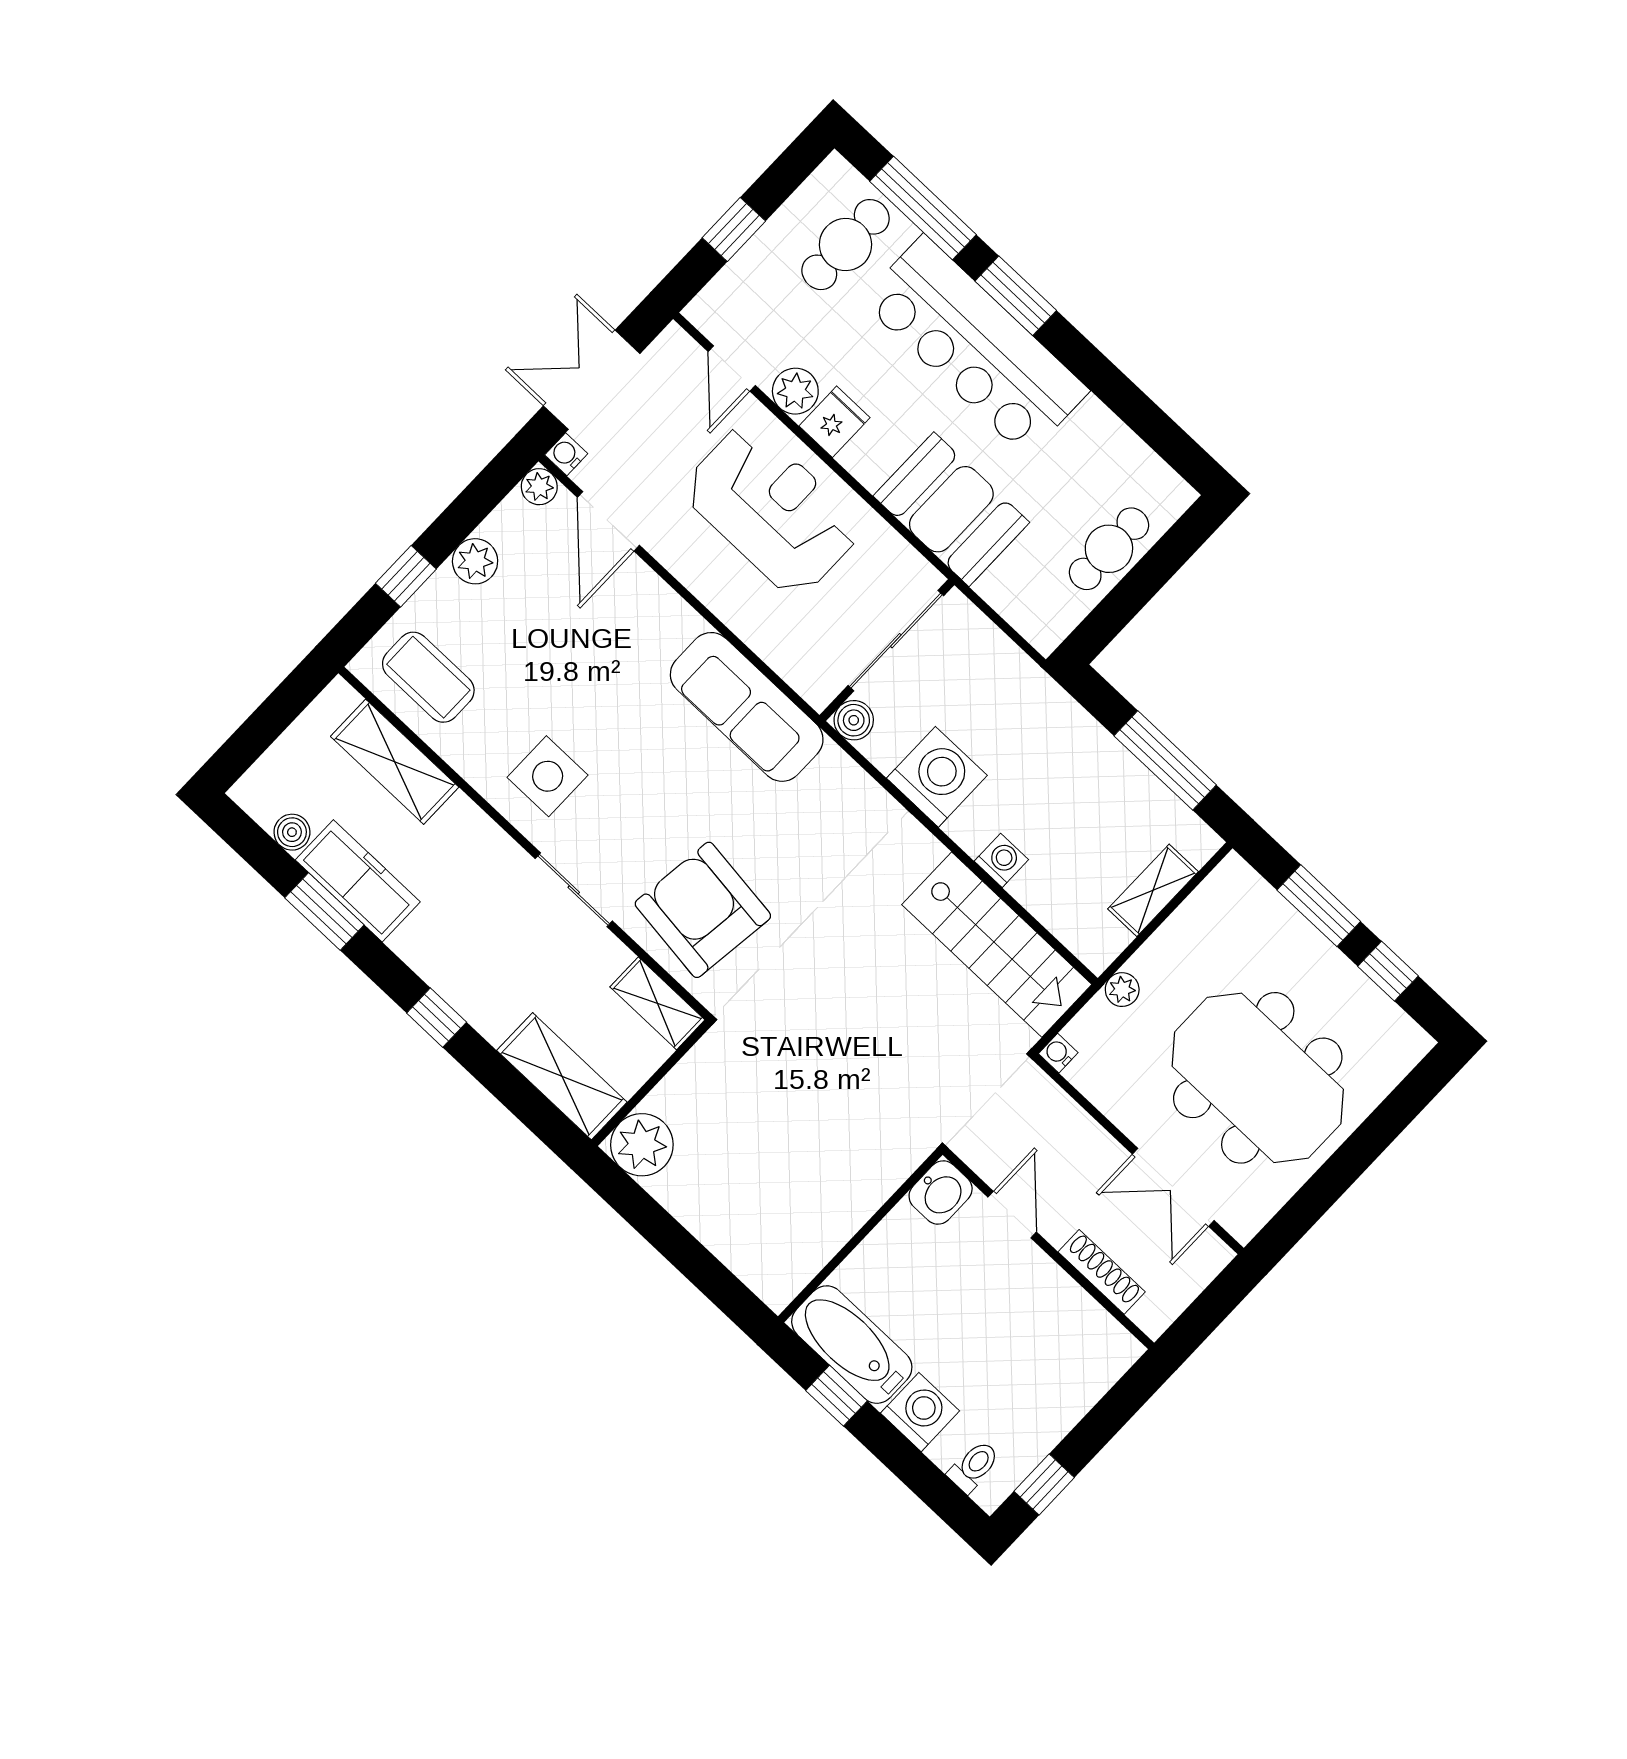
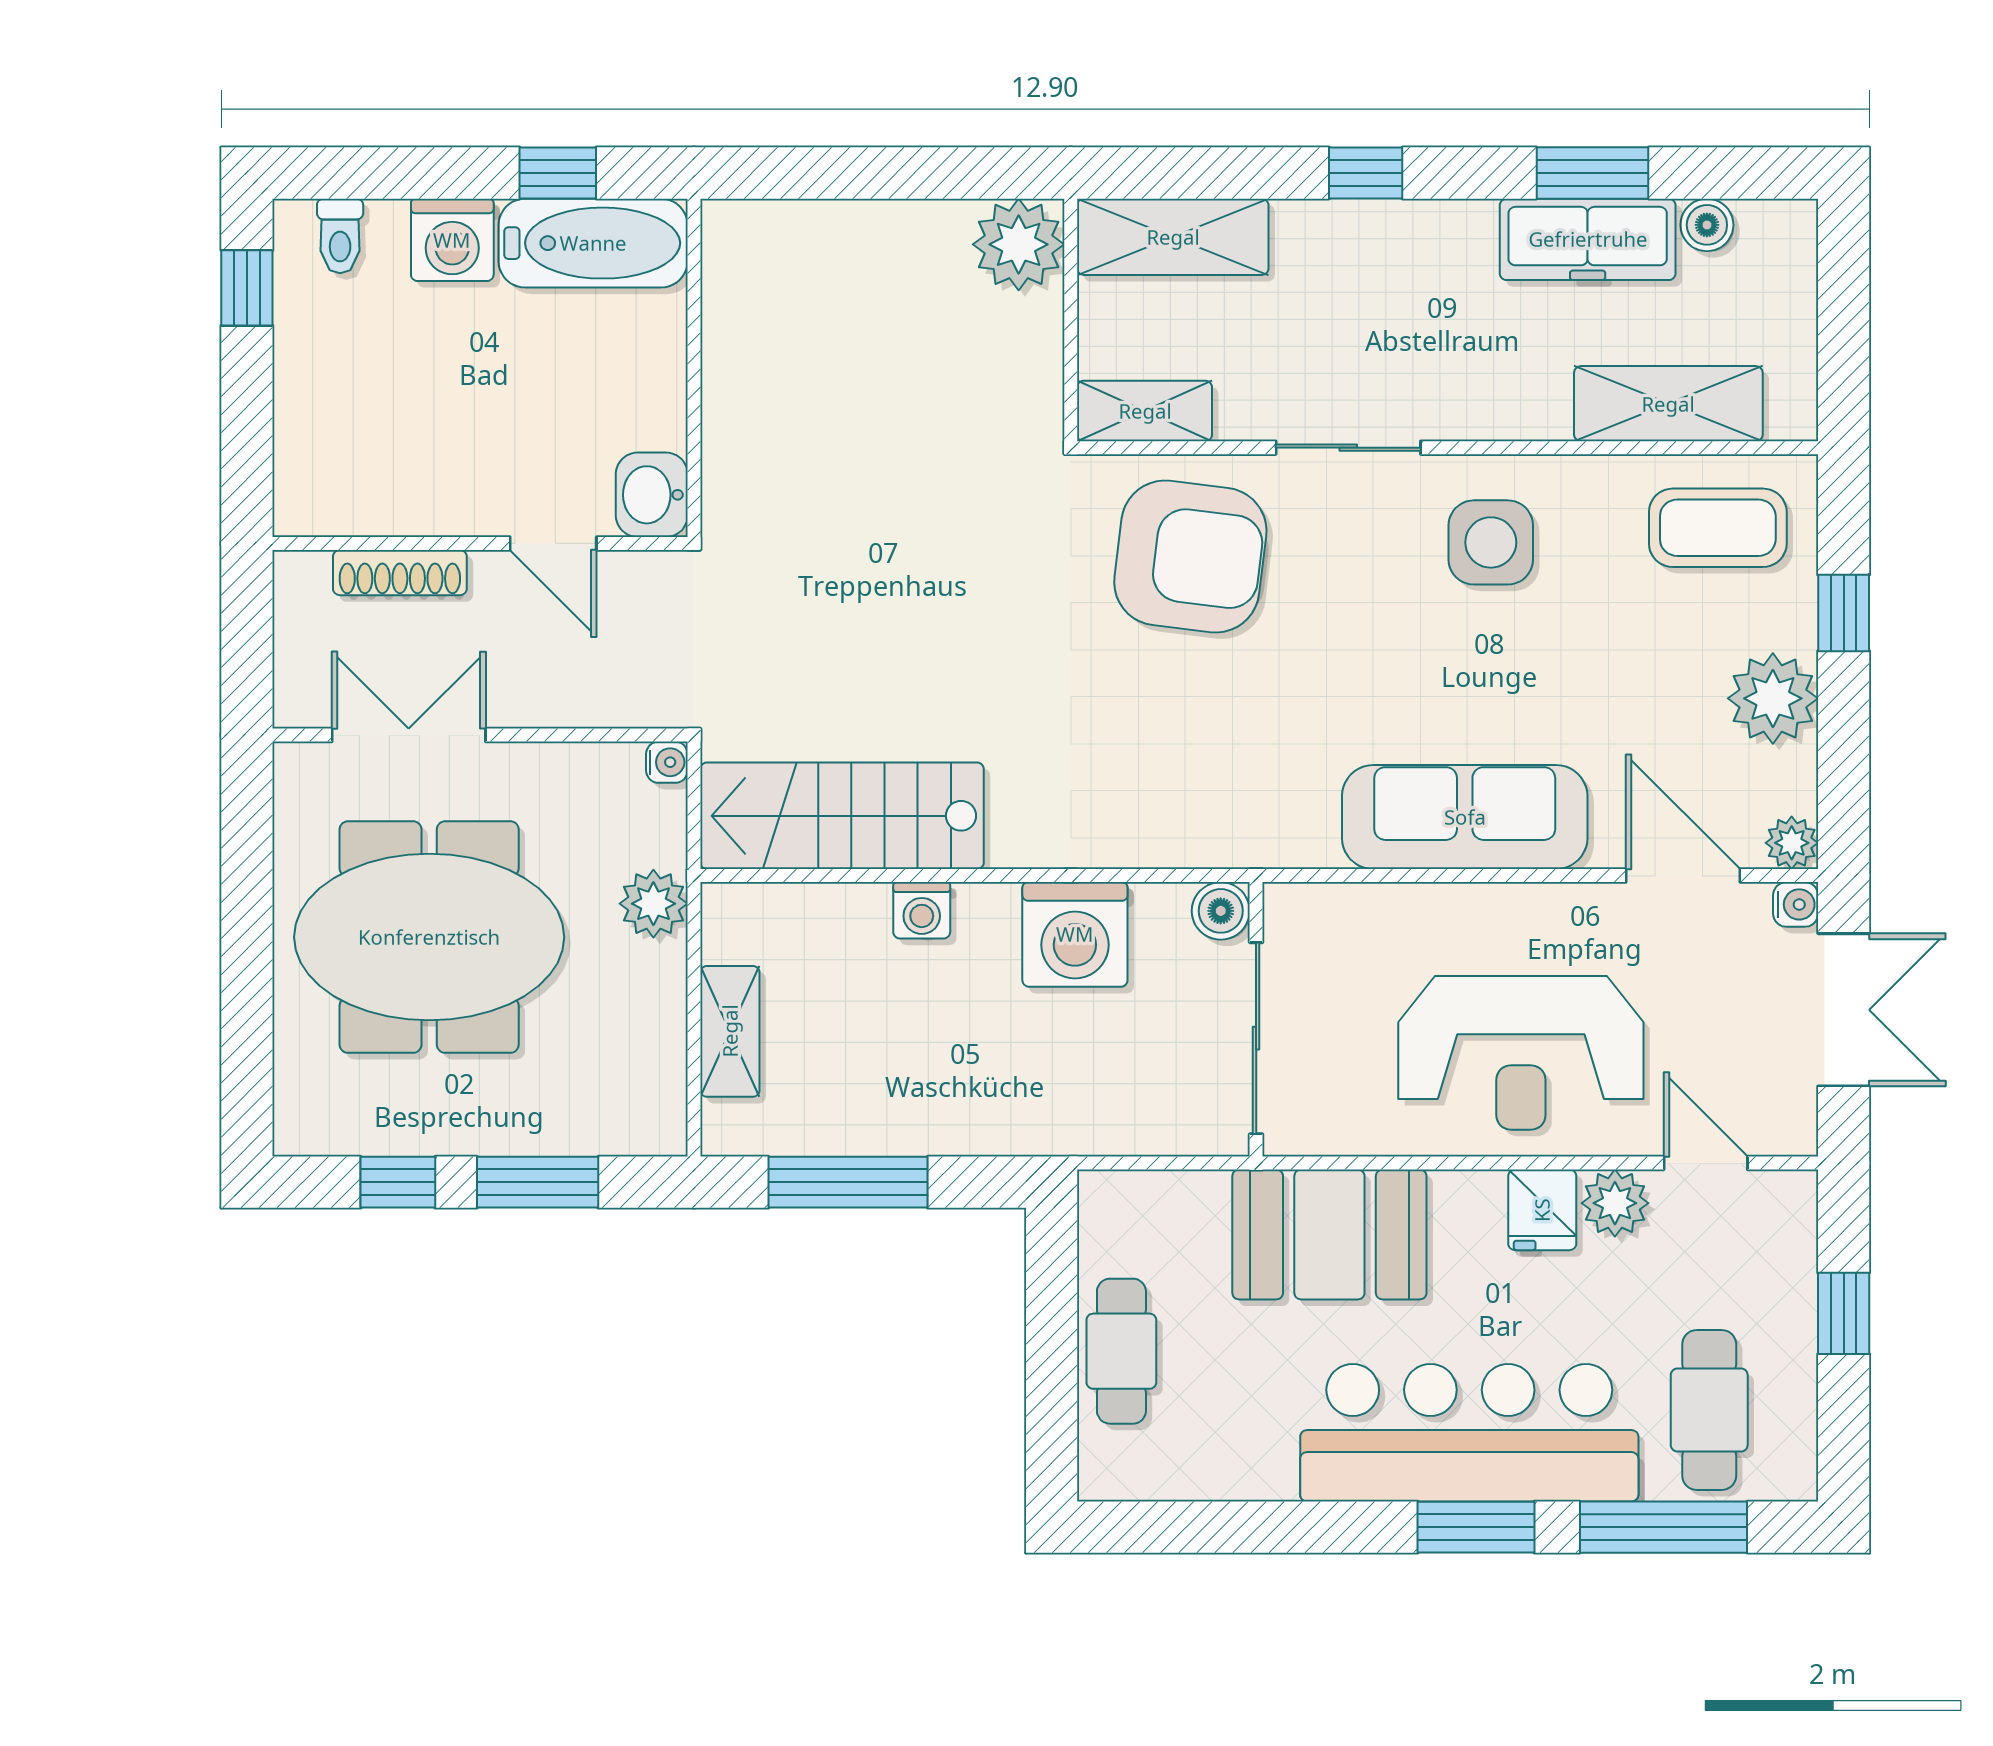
plant: (475, 561) -> (1773, 698), width x1.36, depth x1.36
sofa: (747, 707) -> (1465, 817), moved
plant: (1122, 990) -> (653, 904), width x1.38, depth x1.38

